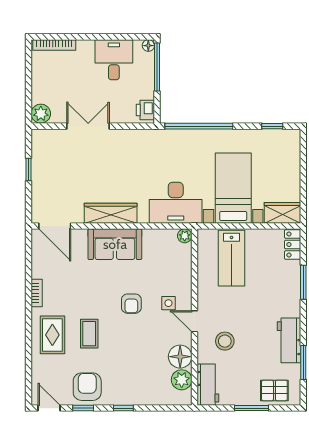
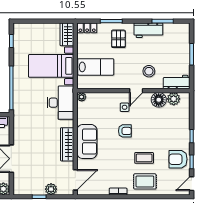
plant: (40, 188) -> (51, 189), added
pallet: (274, 390) -> (118, 39), moved

